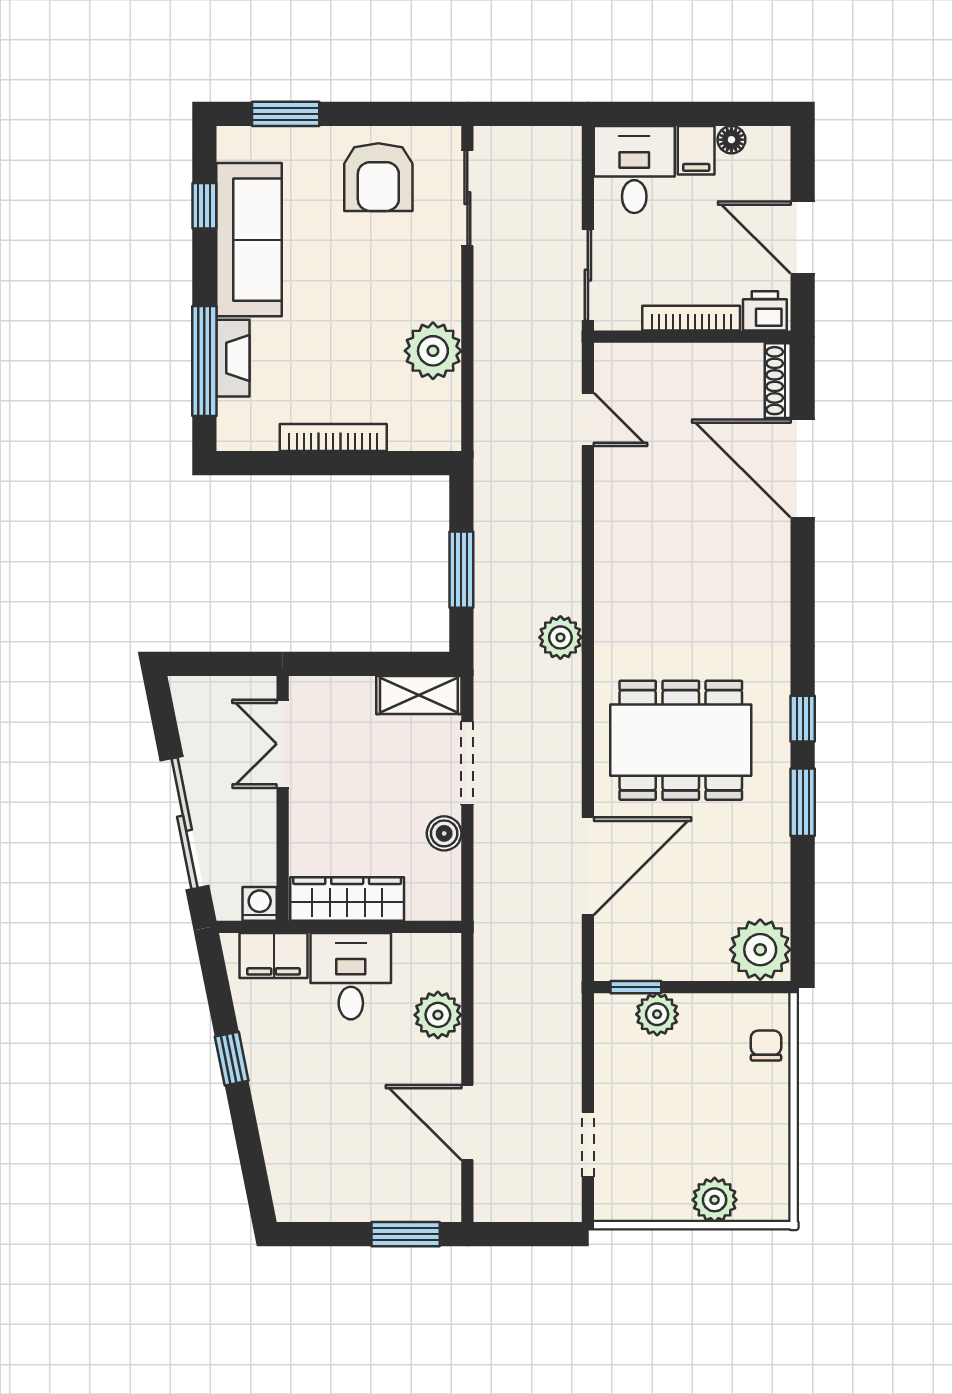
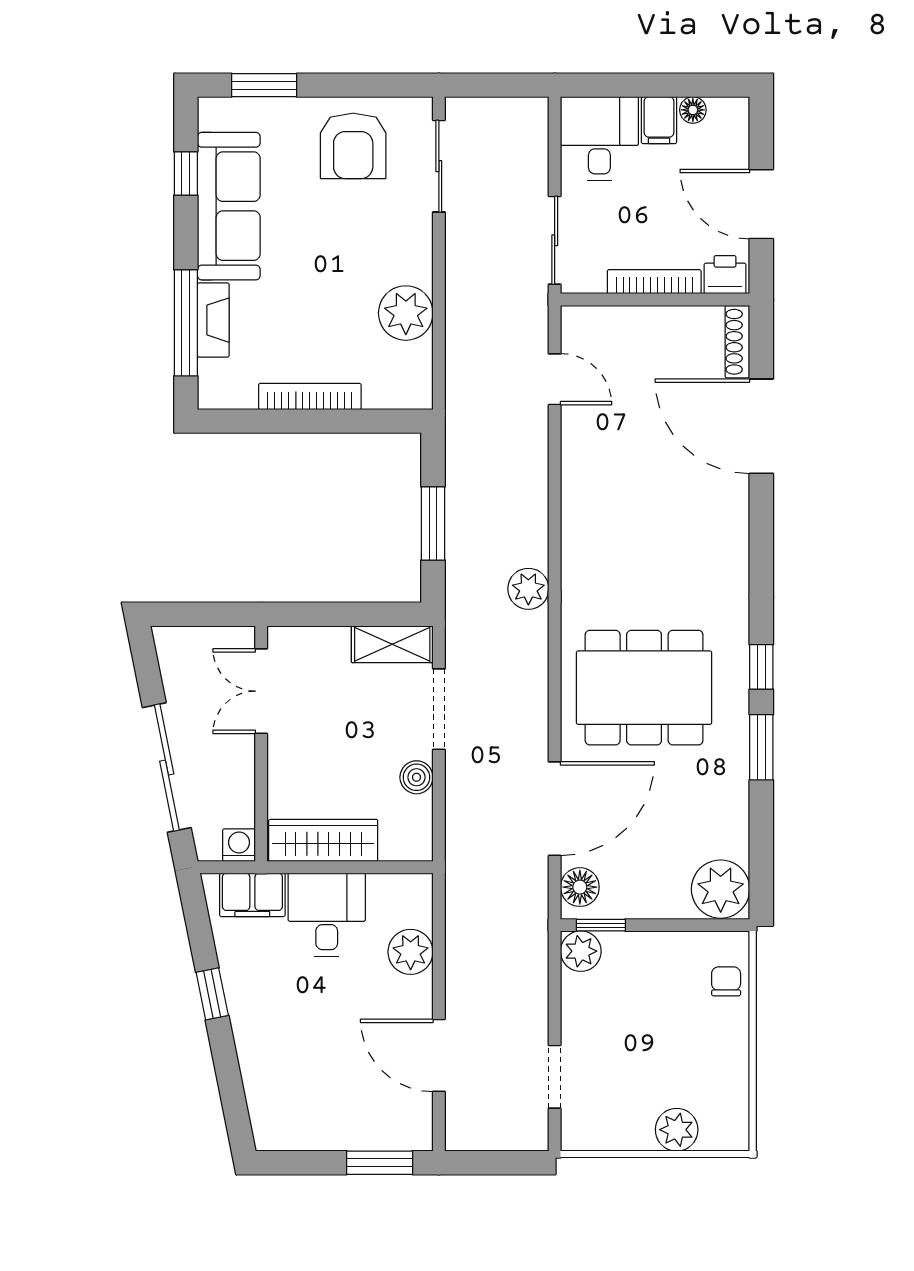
floor lamp: (614, 948) -> (580, 887), added
plant: (657, 1014) -> (581, 951), moved

